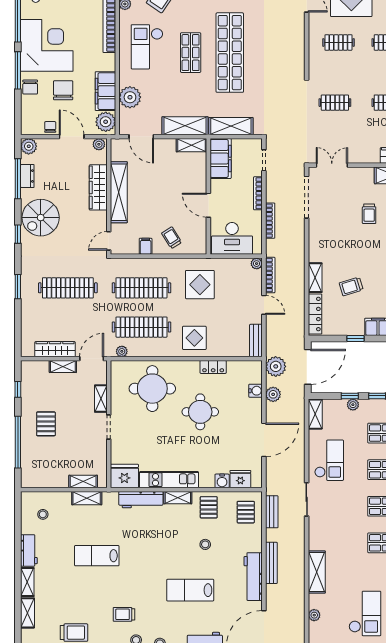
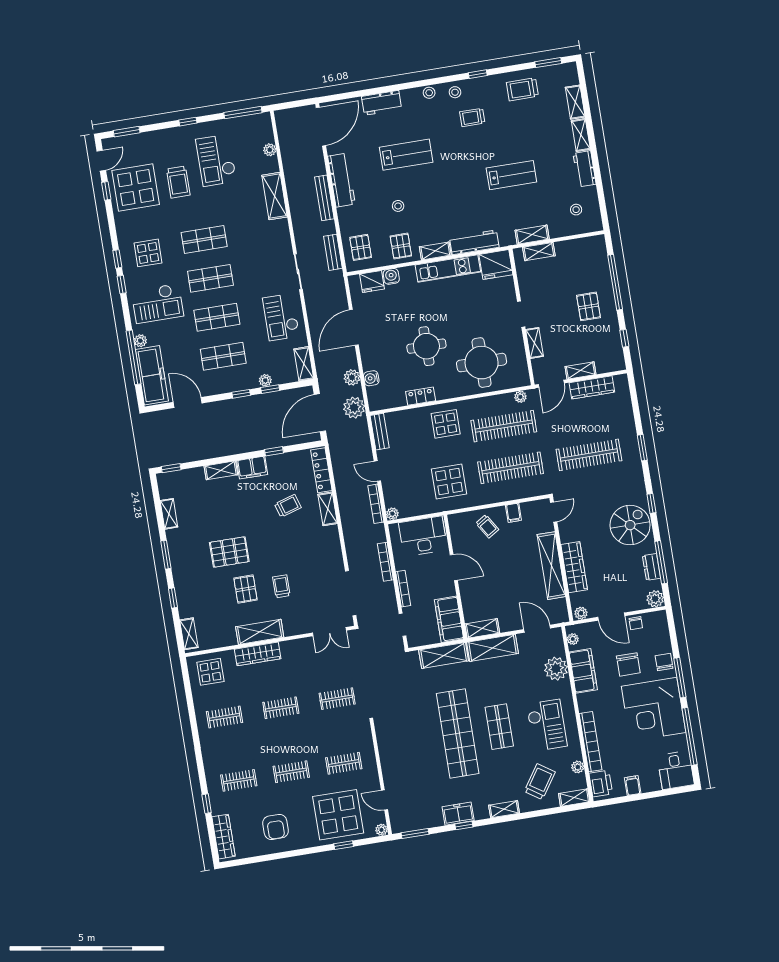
plant: (106, 122) -> (573, 639), width x0.53, depth x0.53
trolley: (124, 614) -> (472, 117), turned 180

